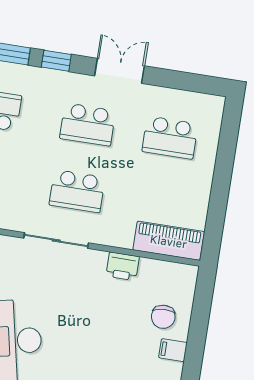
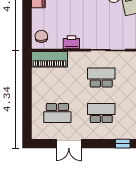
double door: (119, 71) -> (69, 144), moved
school desk: (170, 138) -> (57, 113), turned 180
chair: (163, 317) -> (41, 36), moved

